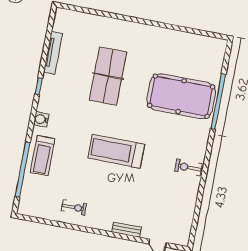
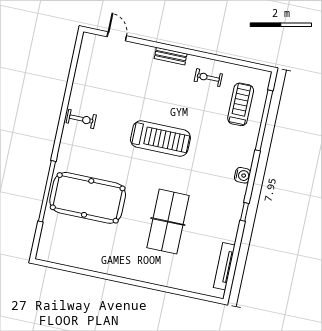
tv unit: (53, 53) -> (224, 266), moved
treadmill: (43, 156) -> (241, 104), moved
bench: (126, 230) -> (171, 56), moved

